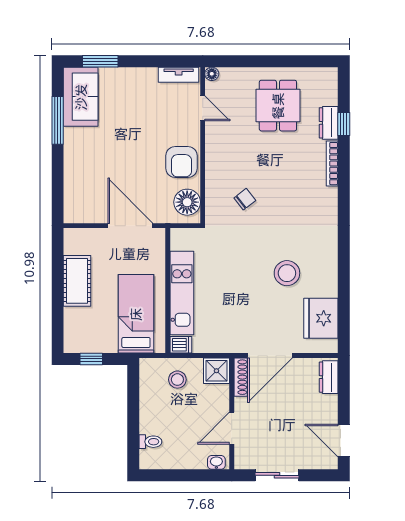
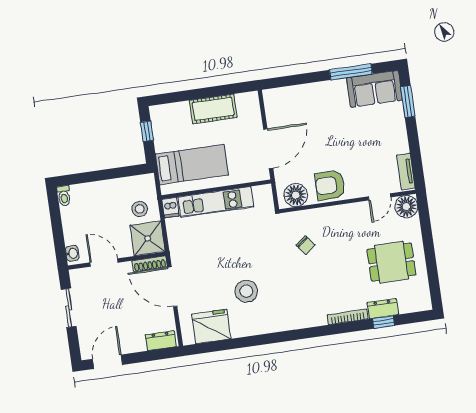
floor lamp: (212, 74) -> (406, 207), width x1.89, depth x1.89
shower: (216, 371) -> (148, 238), width x1.36, depth x1.36
toilet: (150, 442) -> (64, 196), moved

